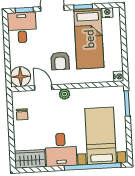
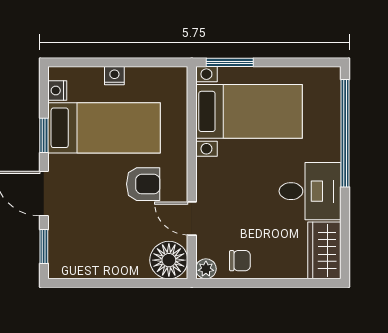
desk: (22, 27) -> (76, 252), removed
nightstand: (119, 76) -> (114, 76), moved
door: (43, 88) -> (192, 219), hinge flipped
plant: (65, 94) -> (206, 269), moved
bed with nightstands: (101, 136) -> (249, 111), moved, turned 180

